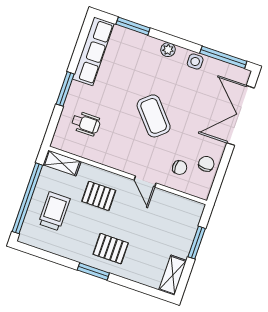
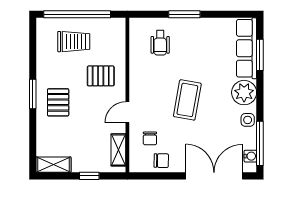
plant: (168, 50) -> (244, 93), width x1.87, depth x1.87
row of seats: (93, 51) -> (247, 48), moved, turned 90
water cooler: (233, 71) -> (250, 156), added
coffee table: (154, 116) -> (187, 100), turned -39
shelving: (62, 163) -> (118, 150), moved
pallet: (99, 196) -> (101, 76), turned 90
window: (197, 243) -> (89, 176), width x0.67

